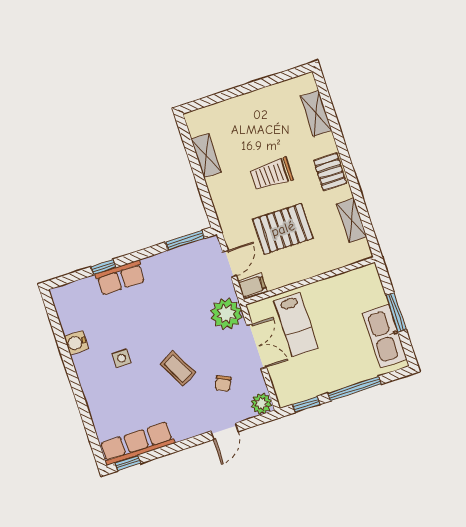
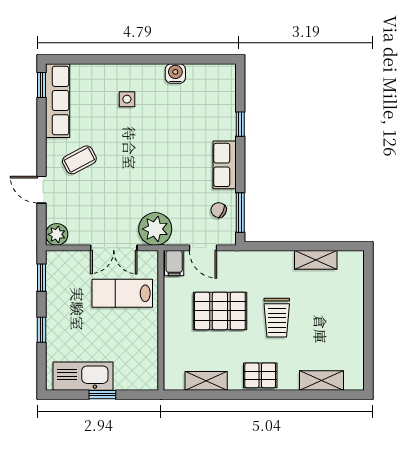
trolley: (272, 174) -> (277, 318), turned 180
pallet: (283, 229) -> (220, 311), turned 90
row of seats: (120, 278) -> (225, 165), moved
window: (396, 312) -> (102, 395), width x0.67
side table: (122, 358) -> (127, 99), moved
coffee table: (178, 368) -> (79, 160), moved
chair: (223, 383) -> (219, 210), moved
window: (354, 389) -> (42, 330), width x0.46

